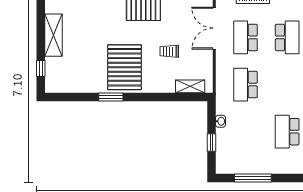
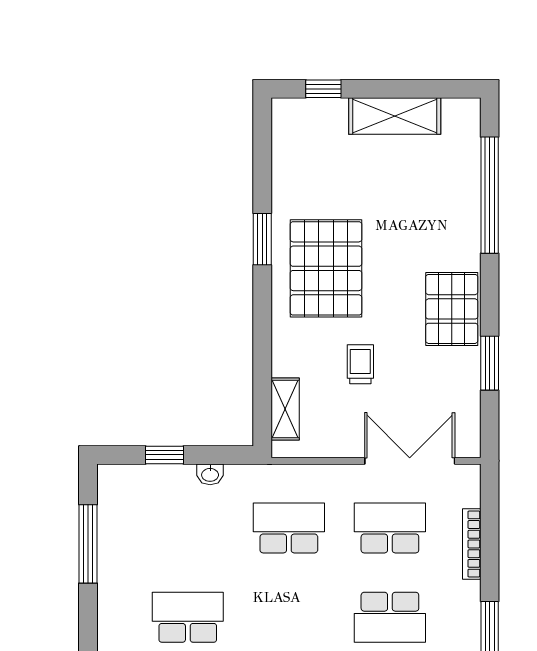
pallet: (124, 67) -> (326, 268), turned 90

